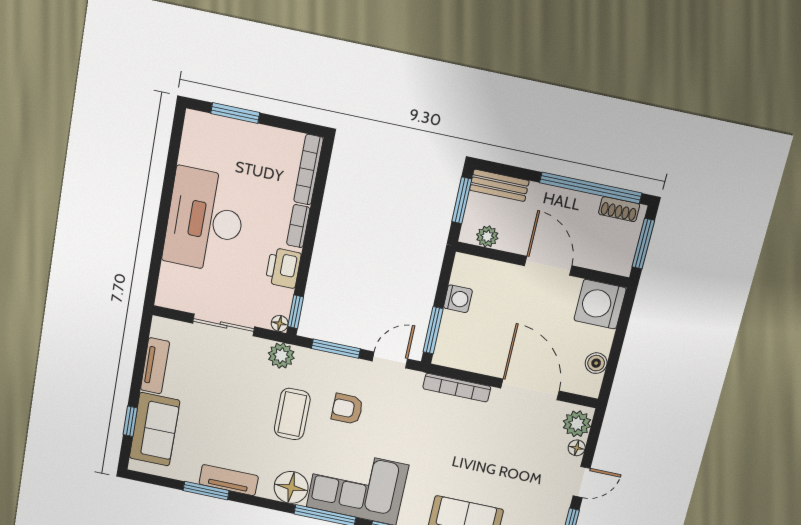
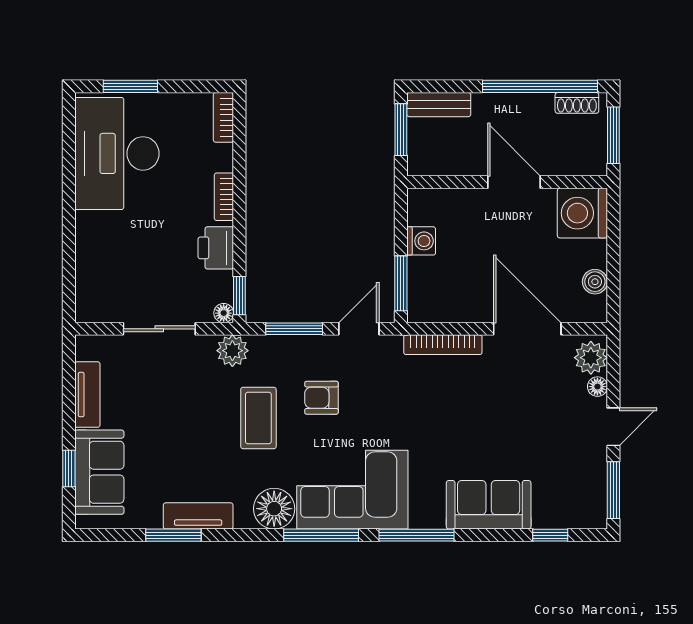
bookcase: (308, 170) -> (223, 117), width x0.64
desk: (205, 220) -> (117, 153), moved
plant: (487, 236) -> (438, 164), removed

